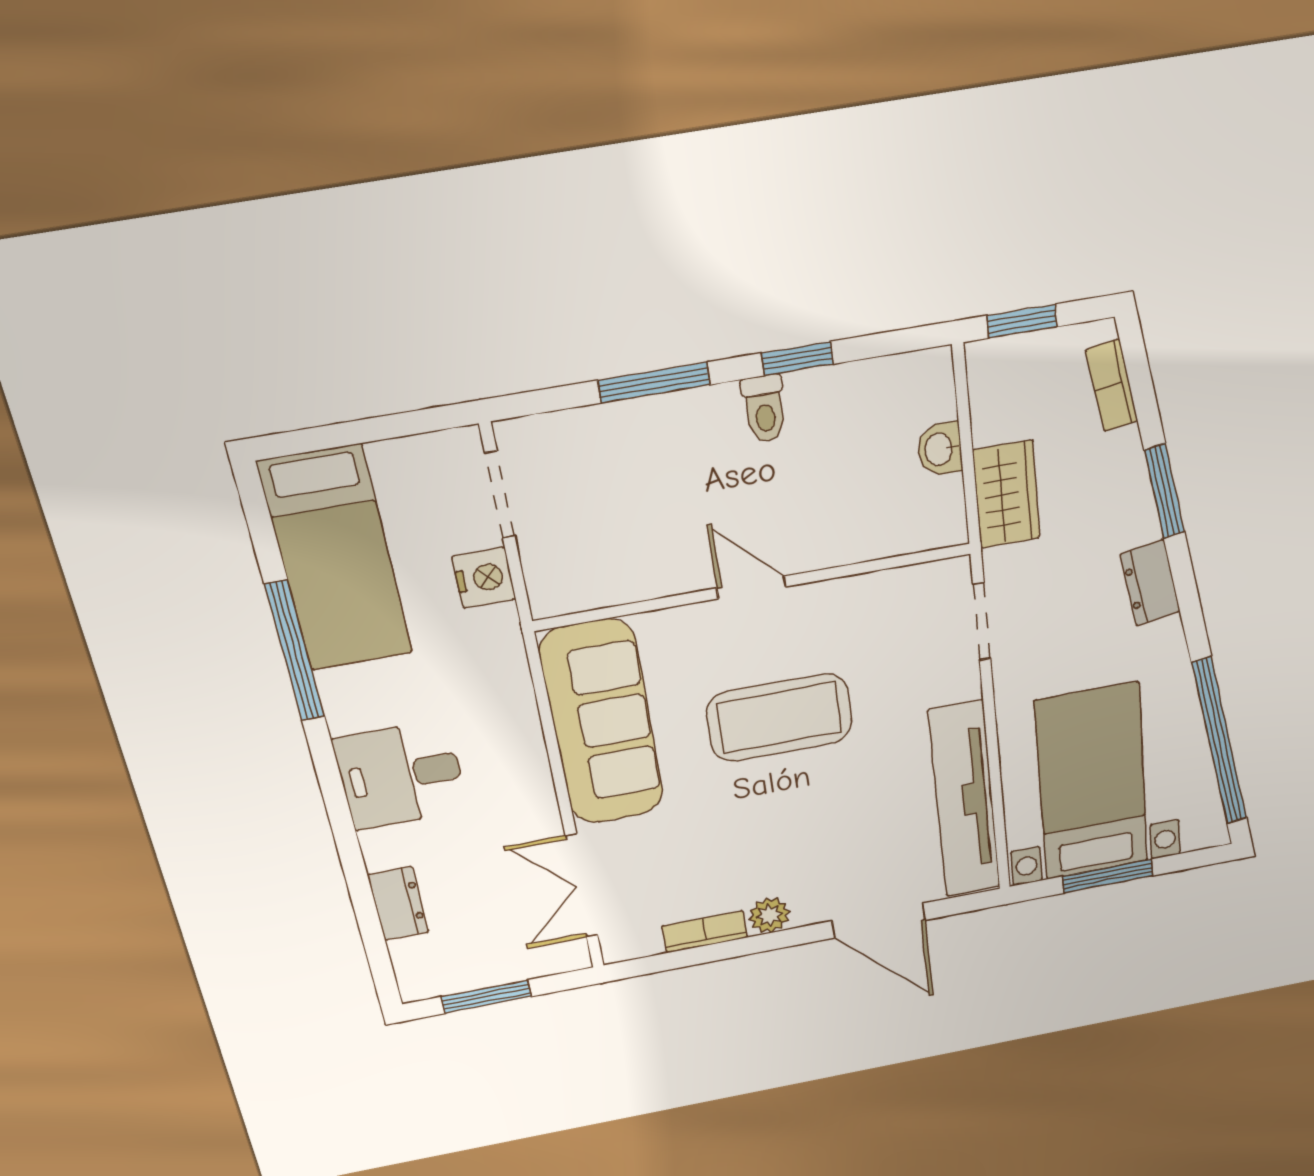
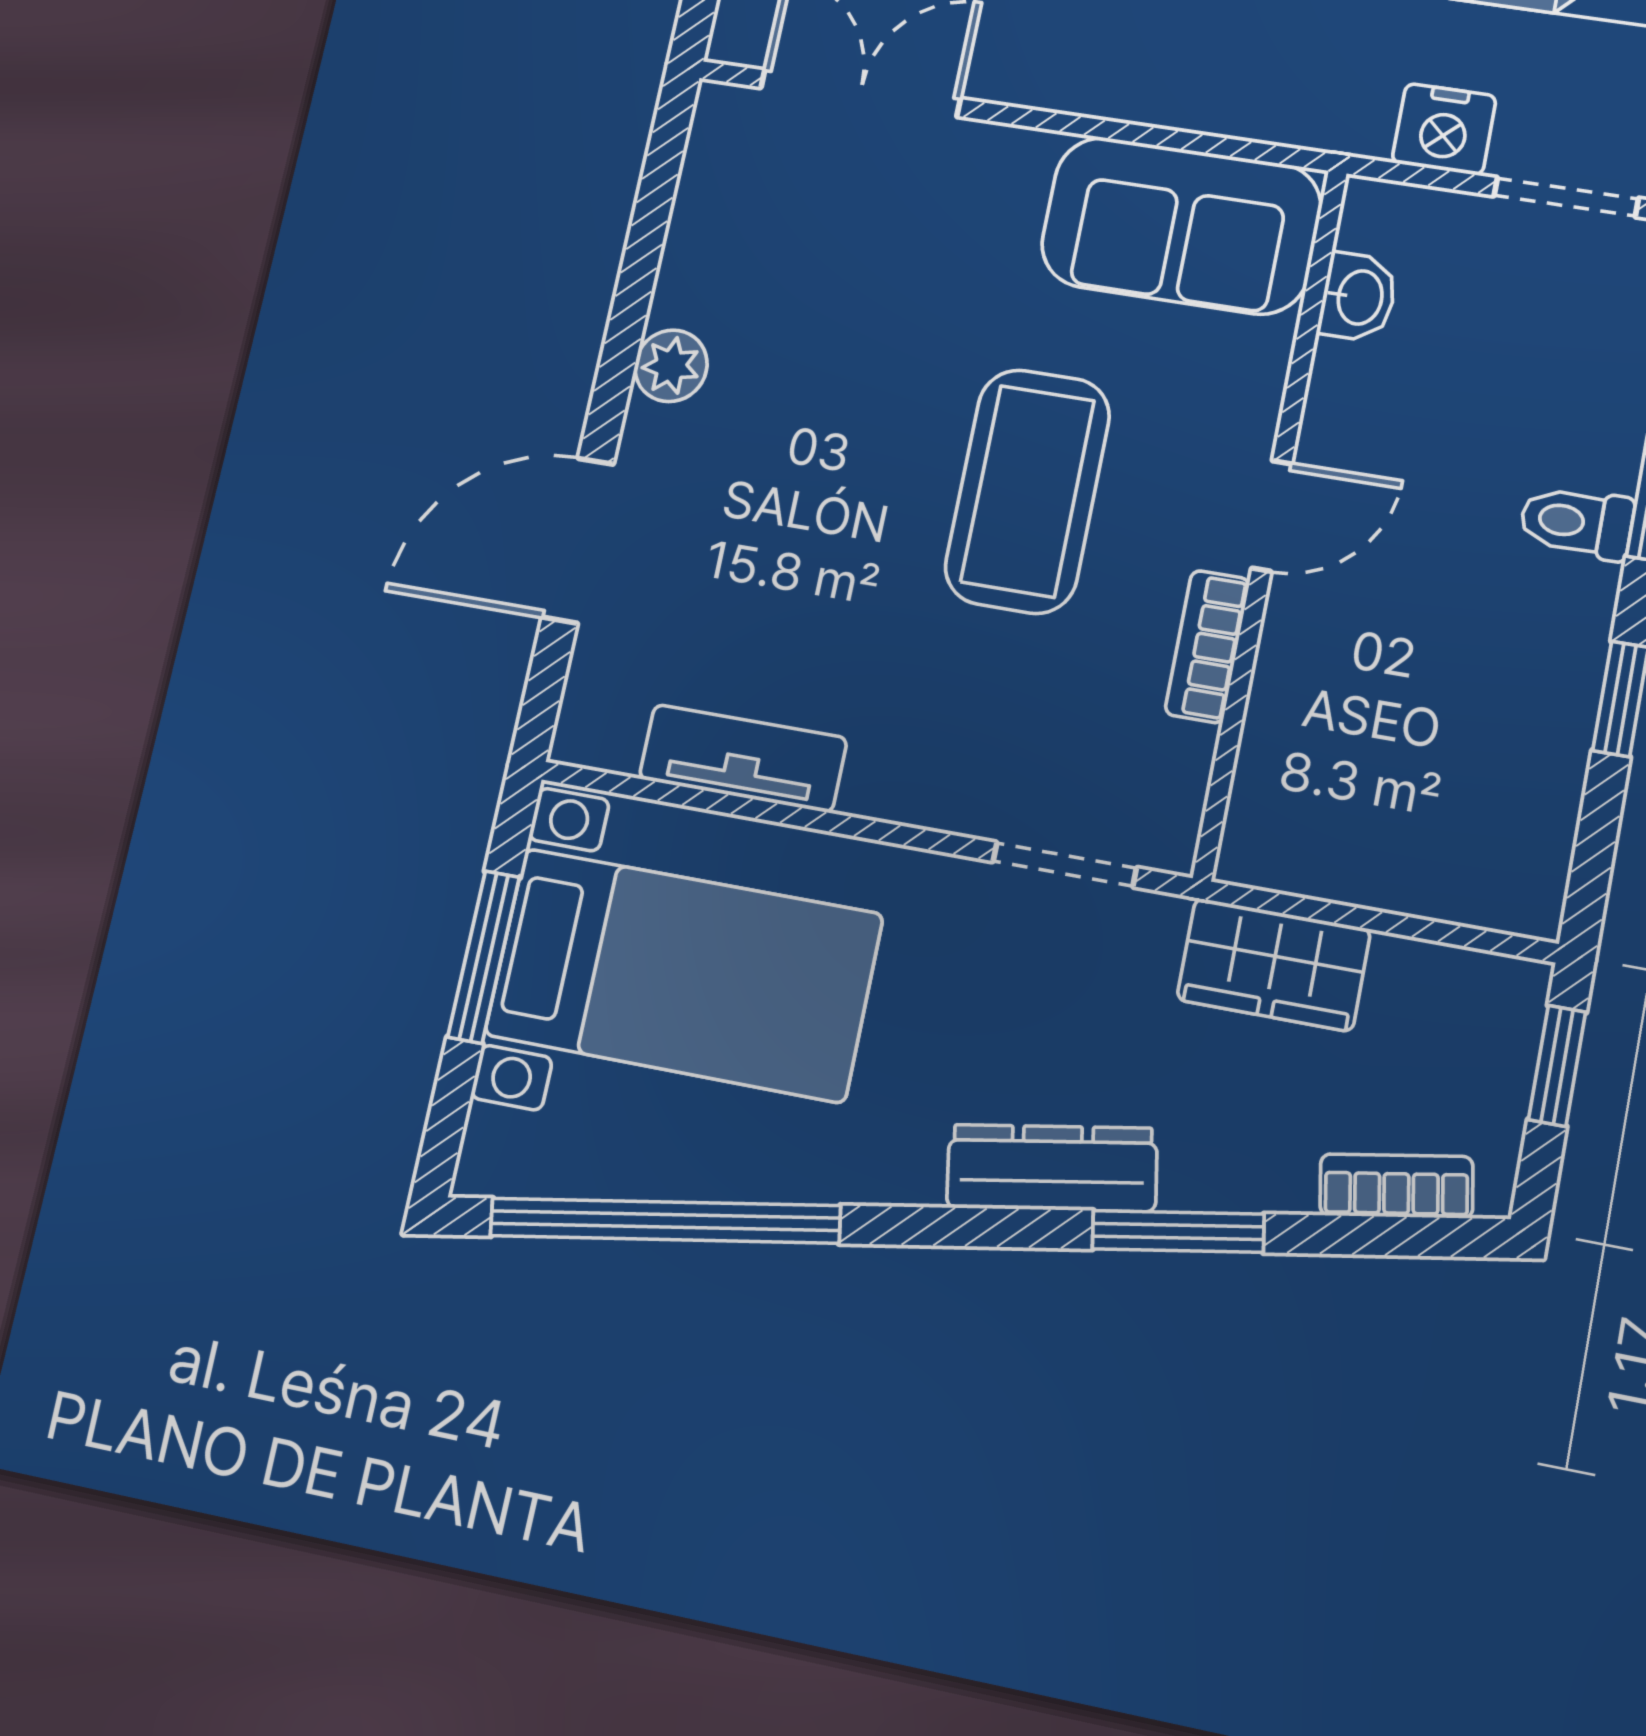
toilet: (764, 409) -> (1577, 522), moved
washbasin: (940, 449) -> (1358, 297), moved, turned 90
dresser: (1150, 583) -> (1052, 1168), width x1.44
sofa: (602, 723) -> (1181, 226), width x0.73
tv unit: (965, 800) -> (743, 758), width x0.52, depth x0.78
bookcase: (705, 932) -> (1207, 646), moved, turned 180

